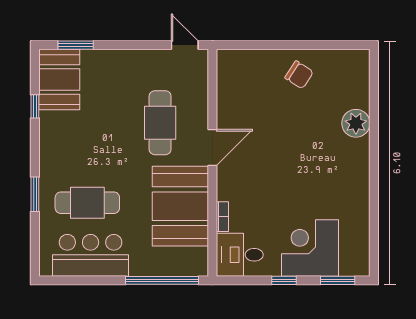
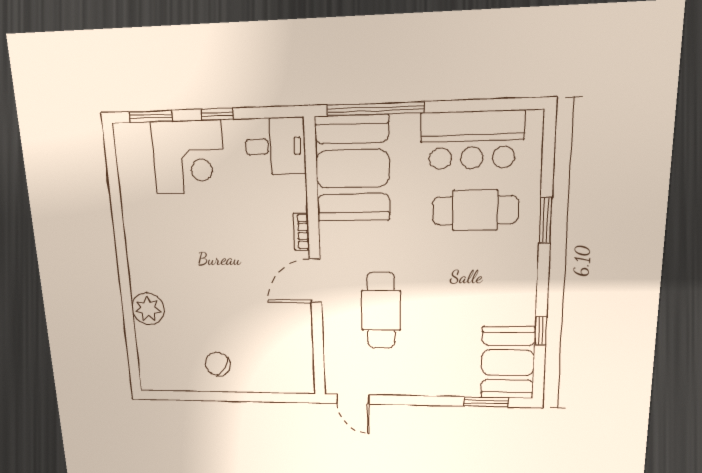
booth: (180, 206) -> (352, 169), moved
bookcase: (222, 217) -> (301, 232), moved

